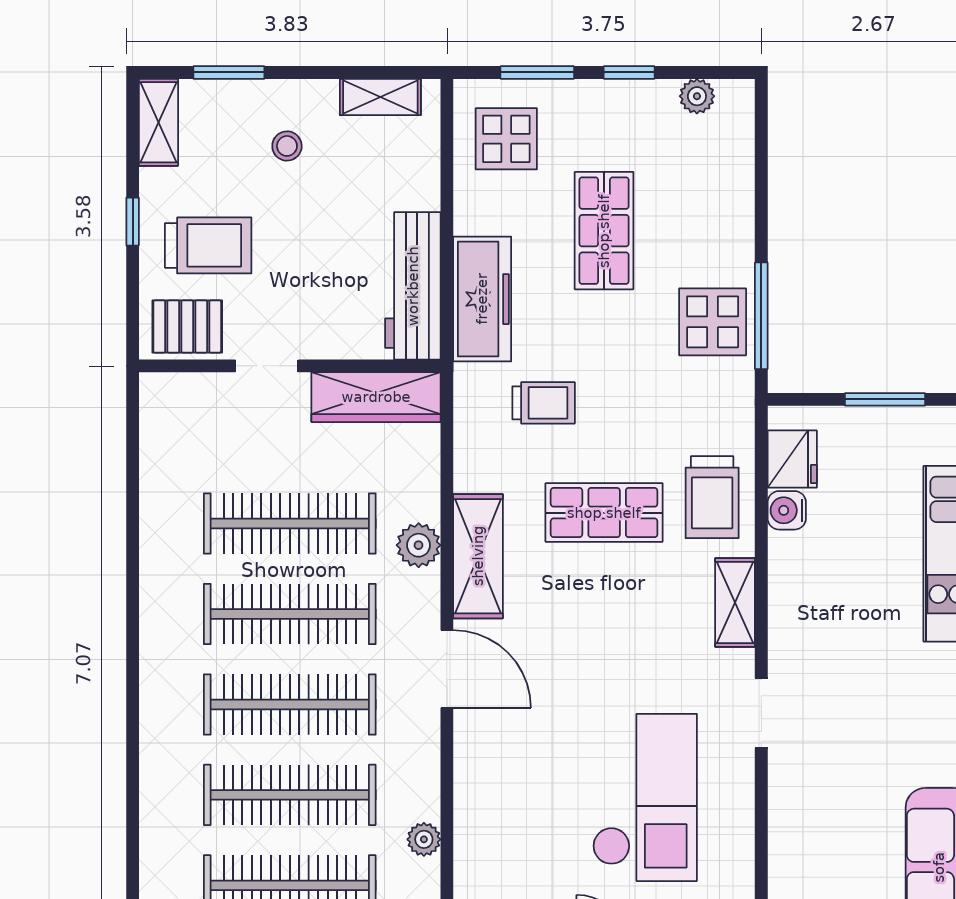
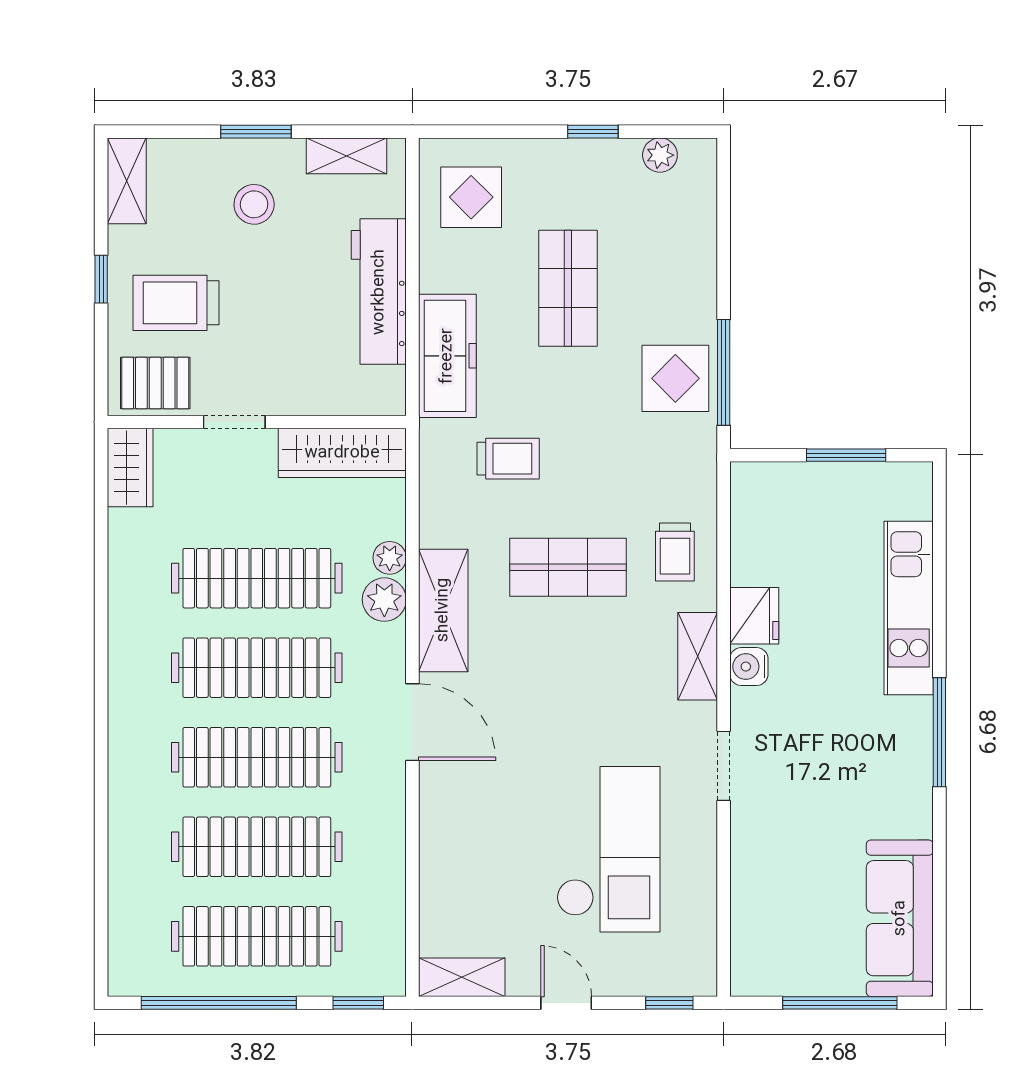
window: (229, 72) -> (256, 132), moved
window: (537, 72) -> (502, 132), removed
stool: (287, 146) -> (254, 204), width x1.37, depth x1.37
trolley: (208, 245) -> (176, 303), turned 180
workbench: (413, 286) -> (379, 292), moved
wardrobe: (162, 412) -> (130, 468), added
fridge: (792, 459) -> (754, 616), moved
trolley: (712, 497) -> (675, 552), width x0.73, depth x0.72
water cooler: (787, 510) -> (749, 667), moved
plant: (424, 839) -> (390, 558), moved

